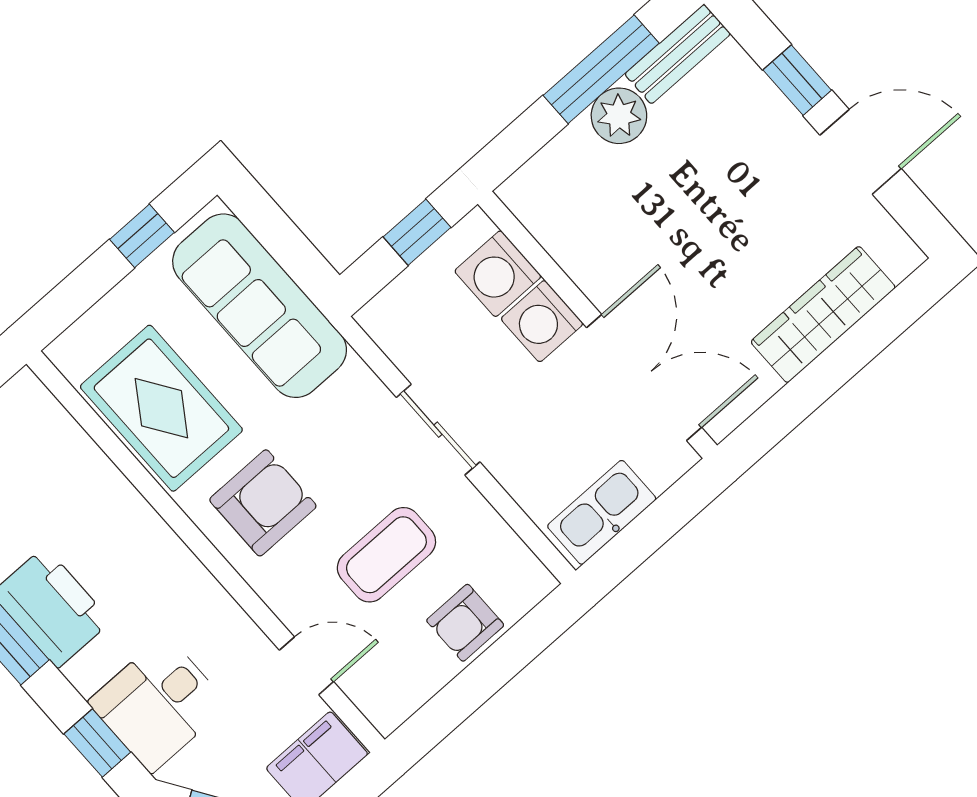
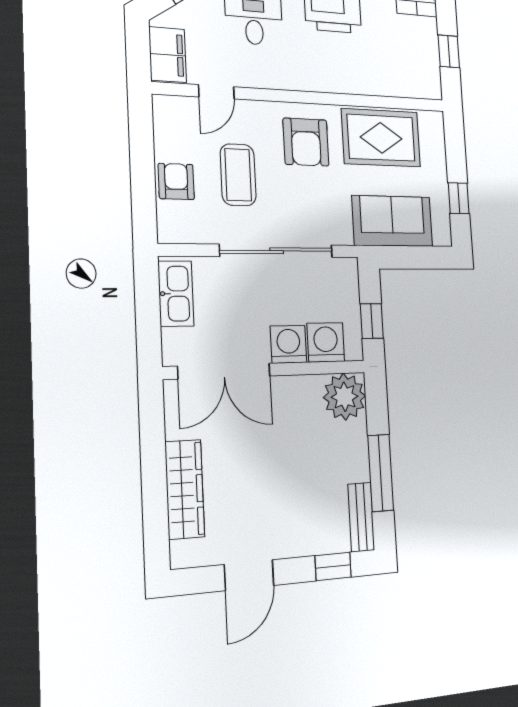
window: (797, 80) -> (333, 566), moved
plant: (619, 116) -> (345, 397), moved, width x1.36, depth x1.36
sofa: (260, 306) -> (392, 221), width x0.73
sliding door: (438, 430) -> (277, 251), width x1.86

